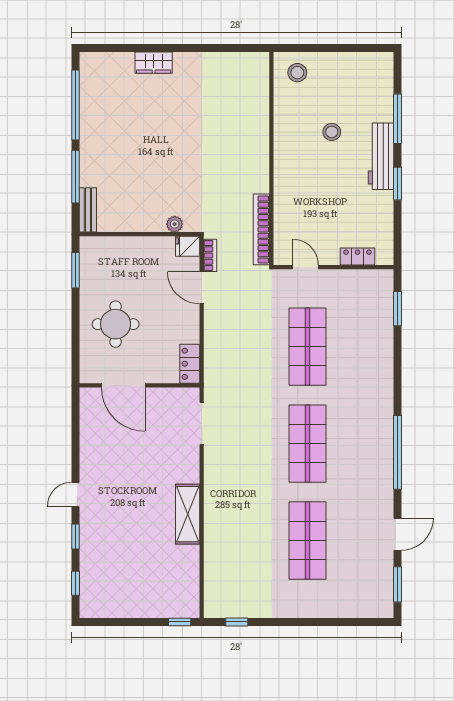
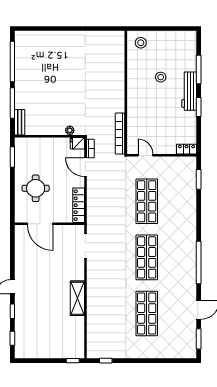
wardrobe: (154, 63) -> (58, 37), removed
locker: (358, 256) -> (187, 149), moved
locker: (190, 364) -> (79, 205), width x1.53

